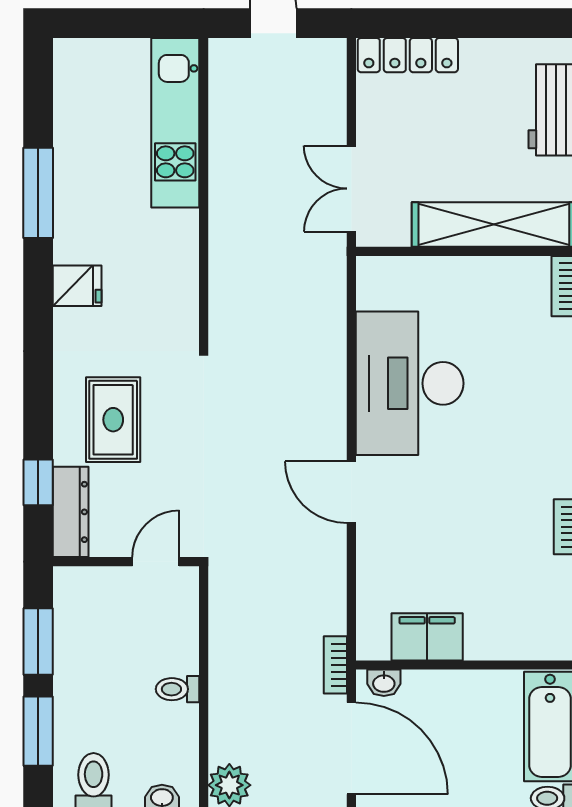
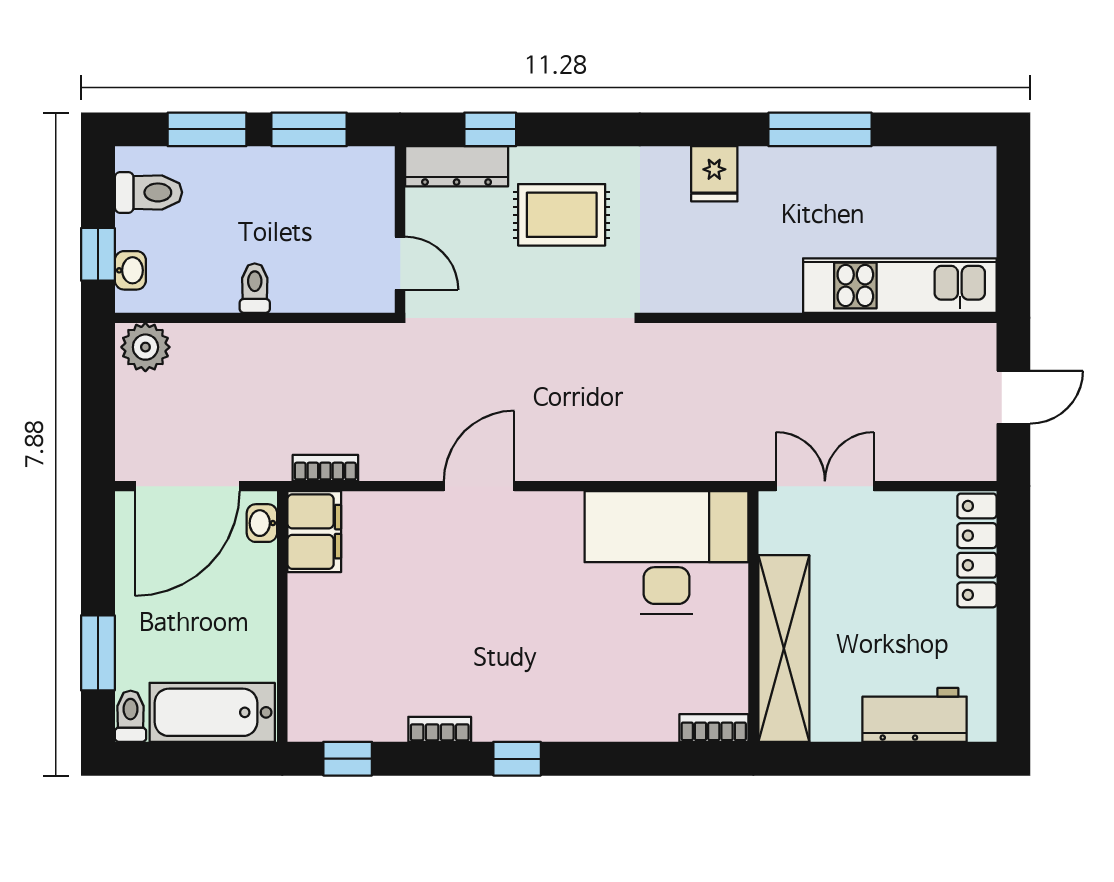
desk: (410, 383) -> (666, 552), moved
filing cabinet: (427, 637) -> (314, 532), moved
bookcase: (335, 665) -> (325, 468), moved

